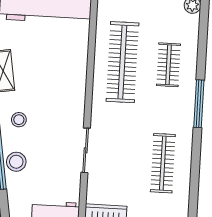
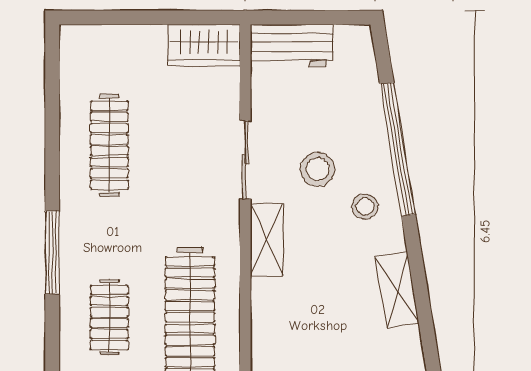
shelving: (76, 104) -> (267, 240), added
stool: (16, 162) -> (318, 169), moved

